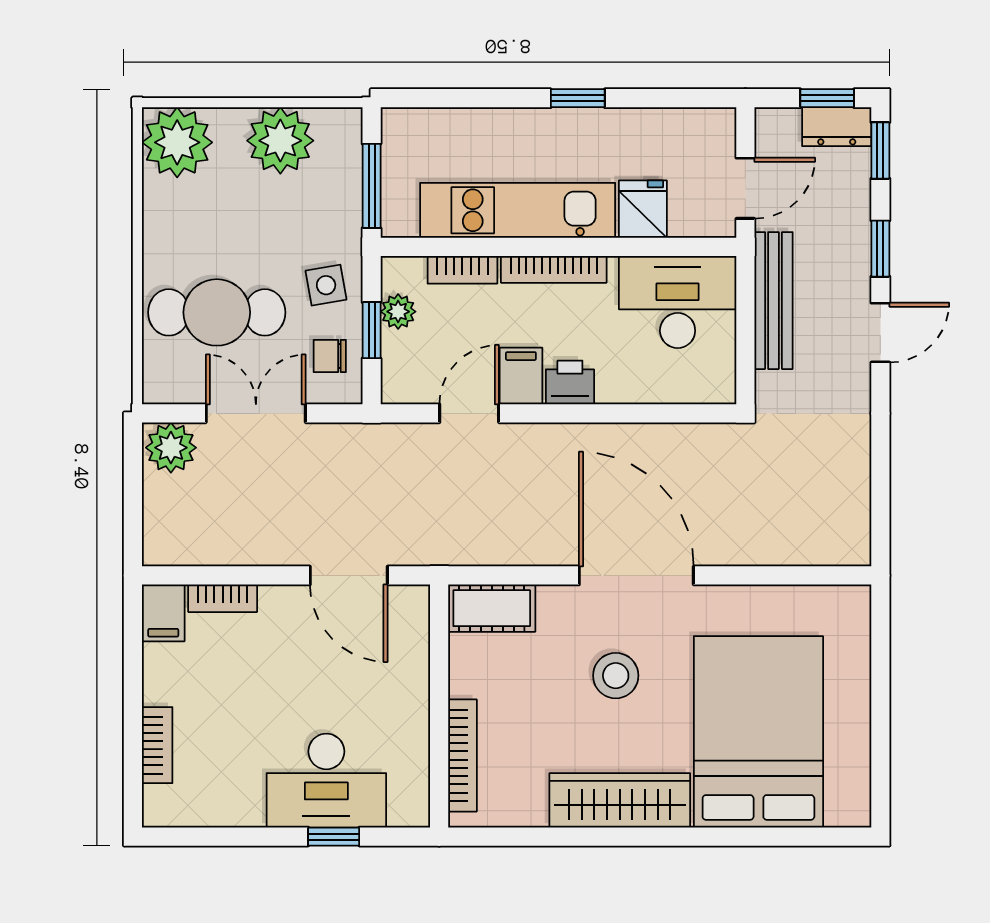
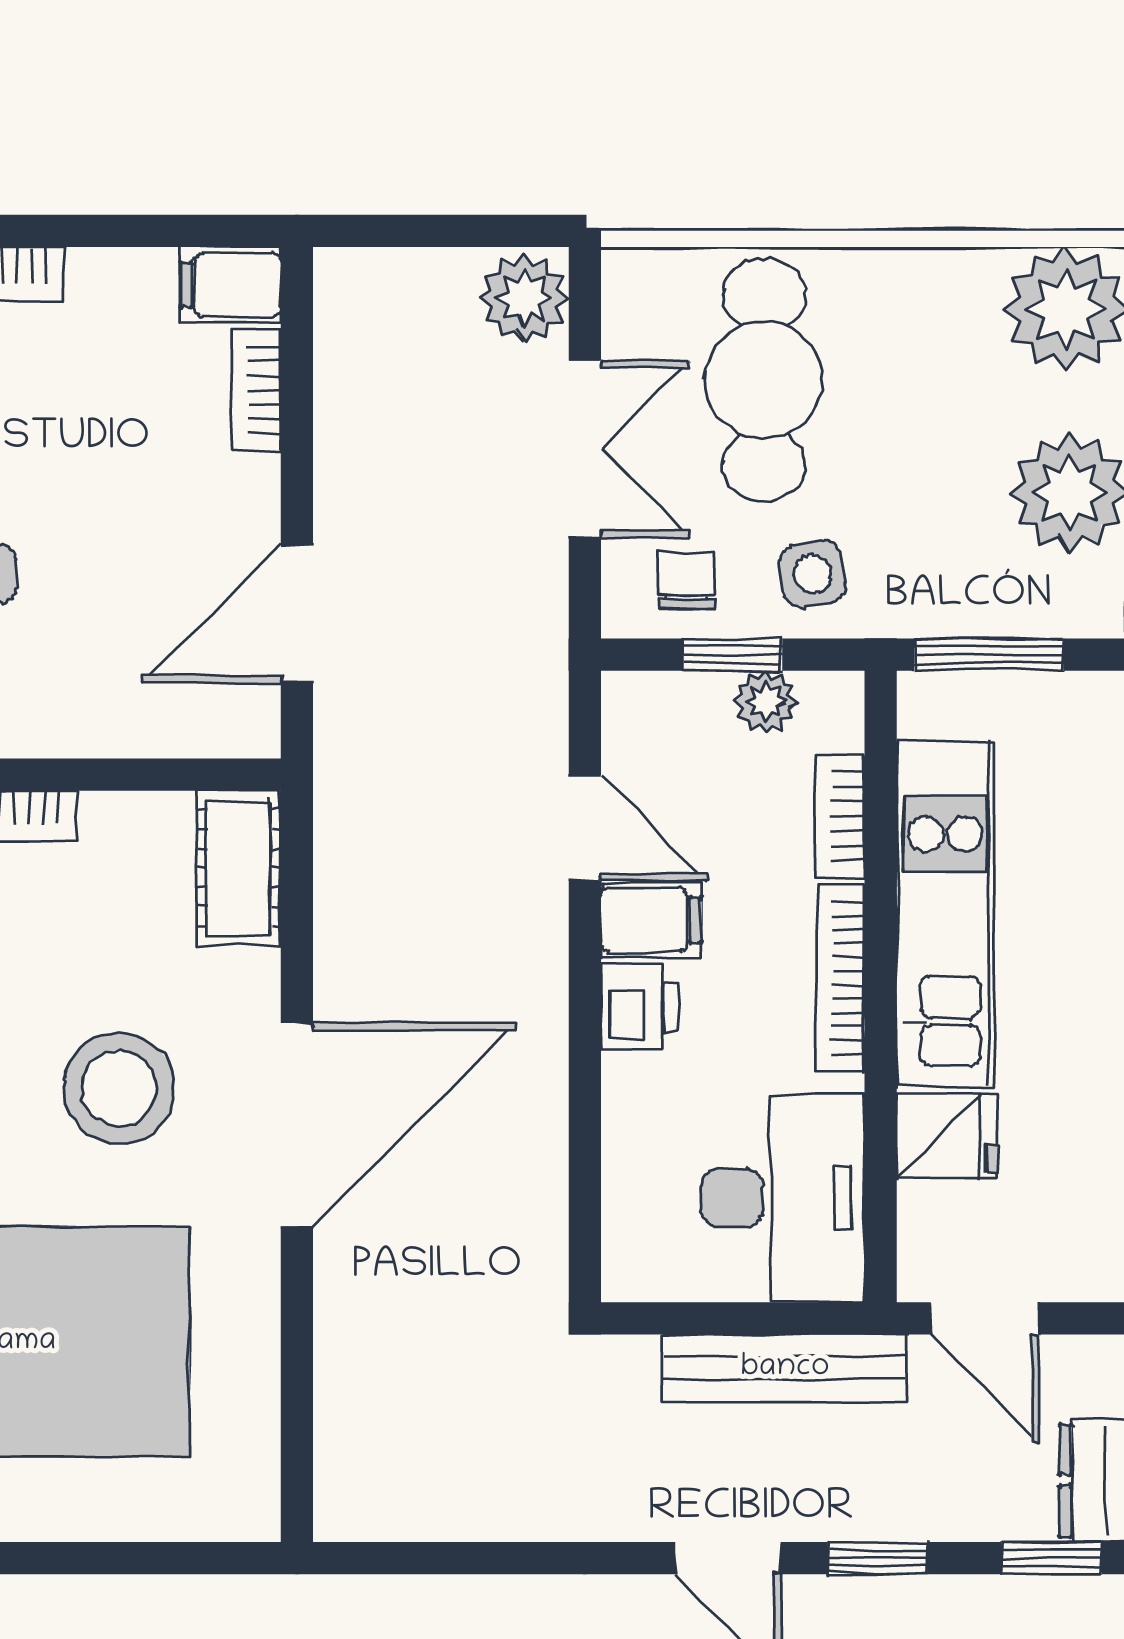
stool: (616, 676) -> (119, 1088), width x1.38, depth x1.38

